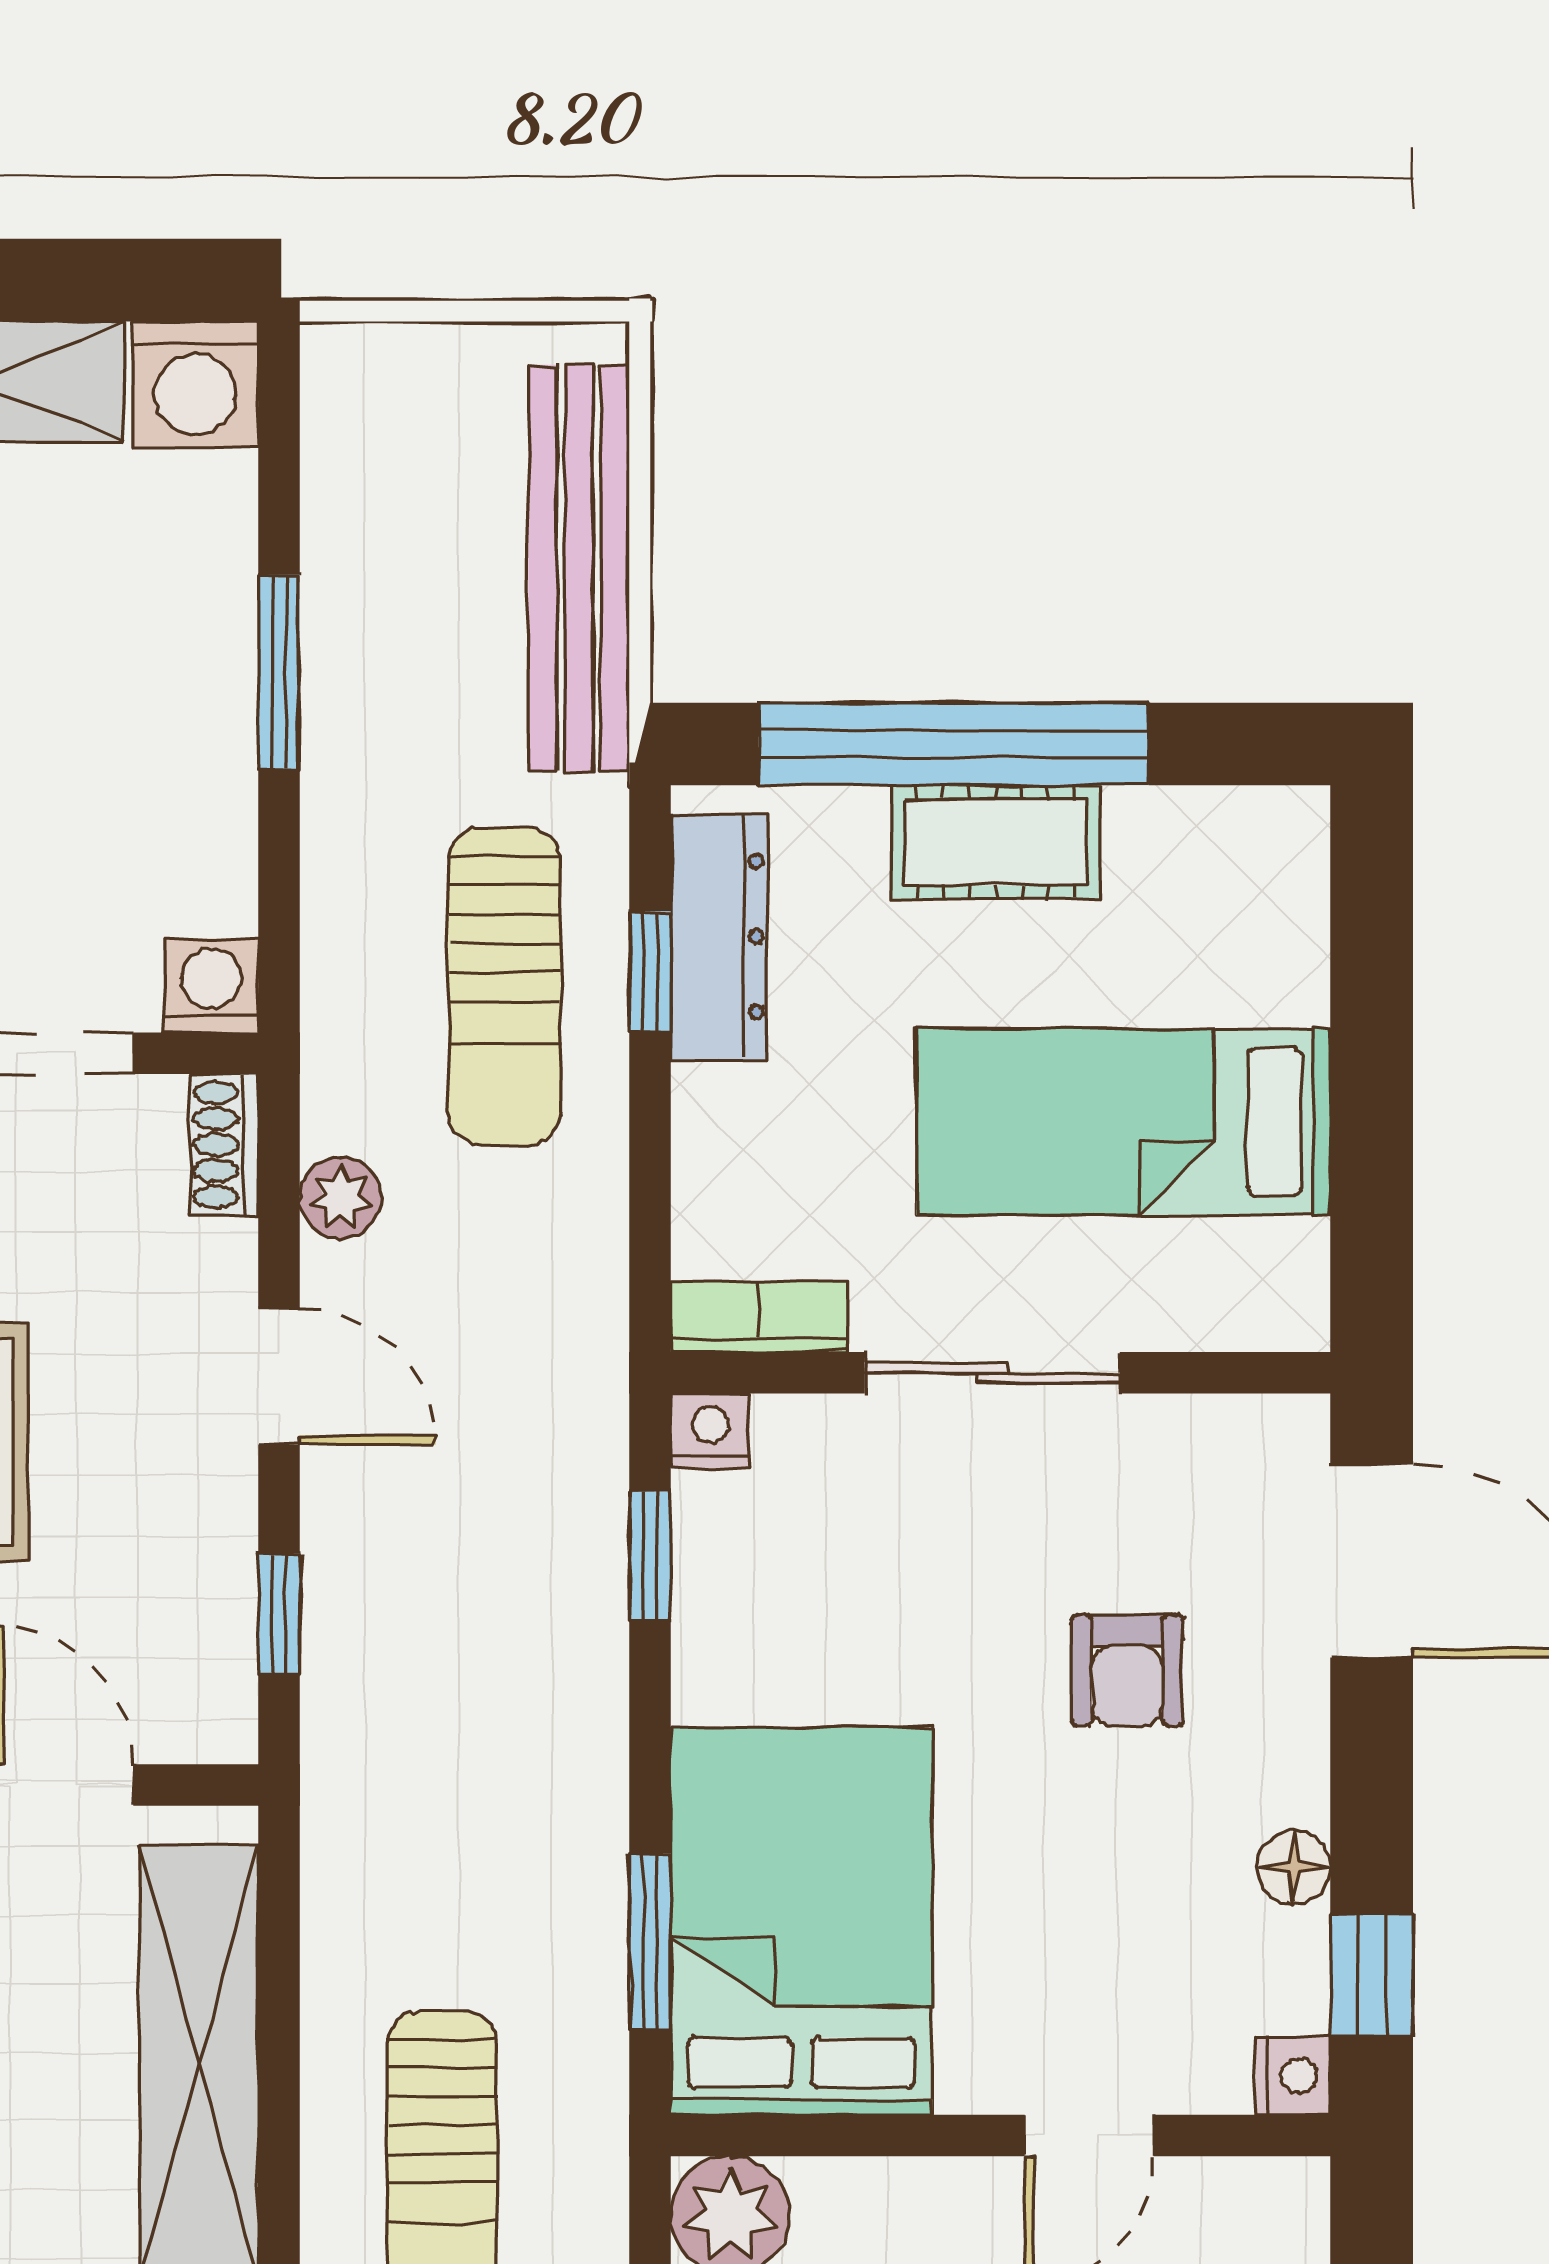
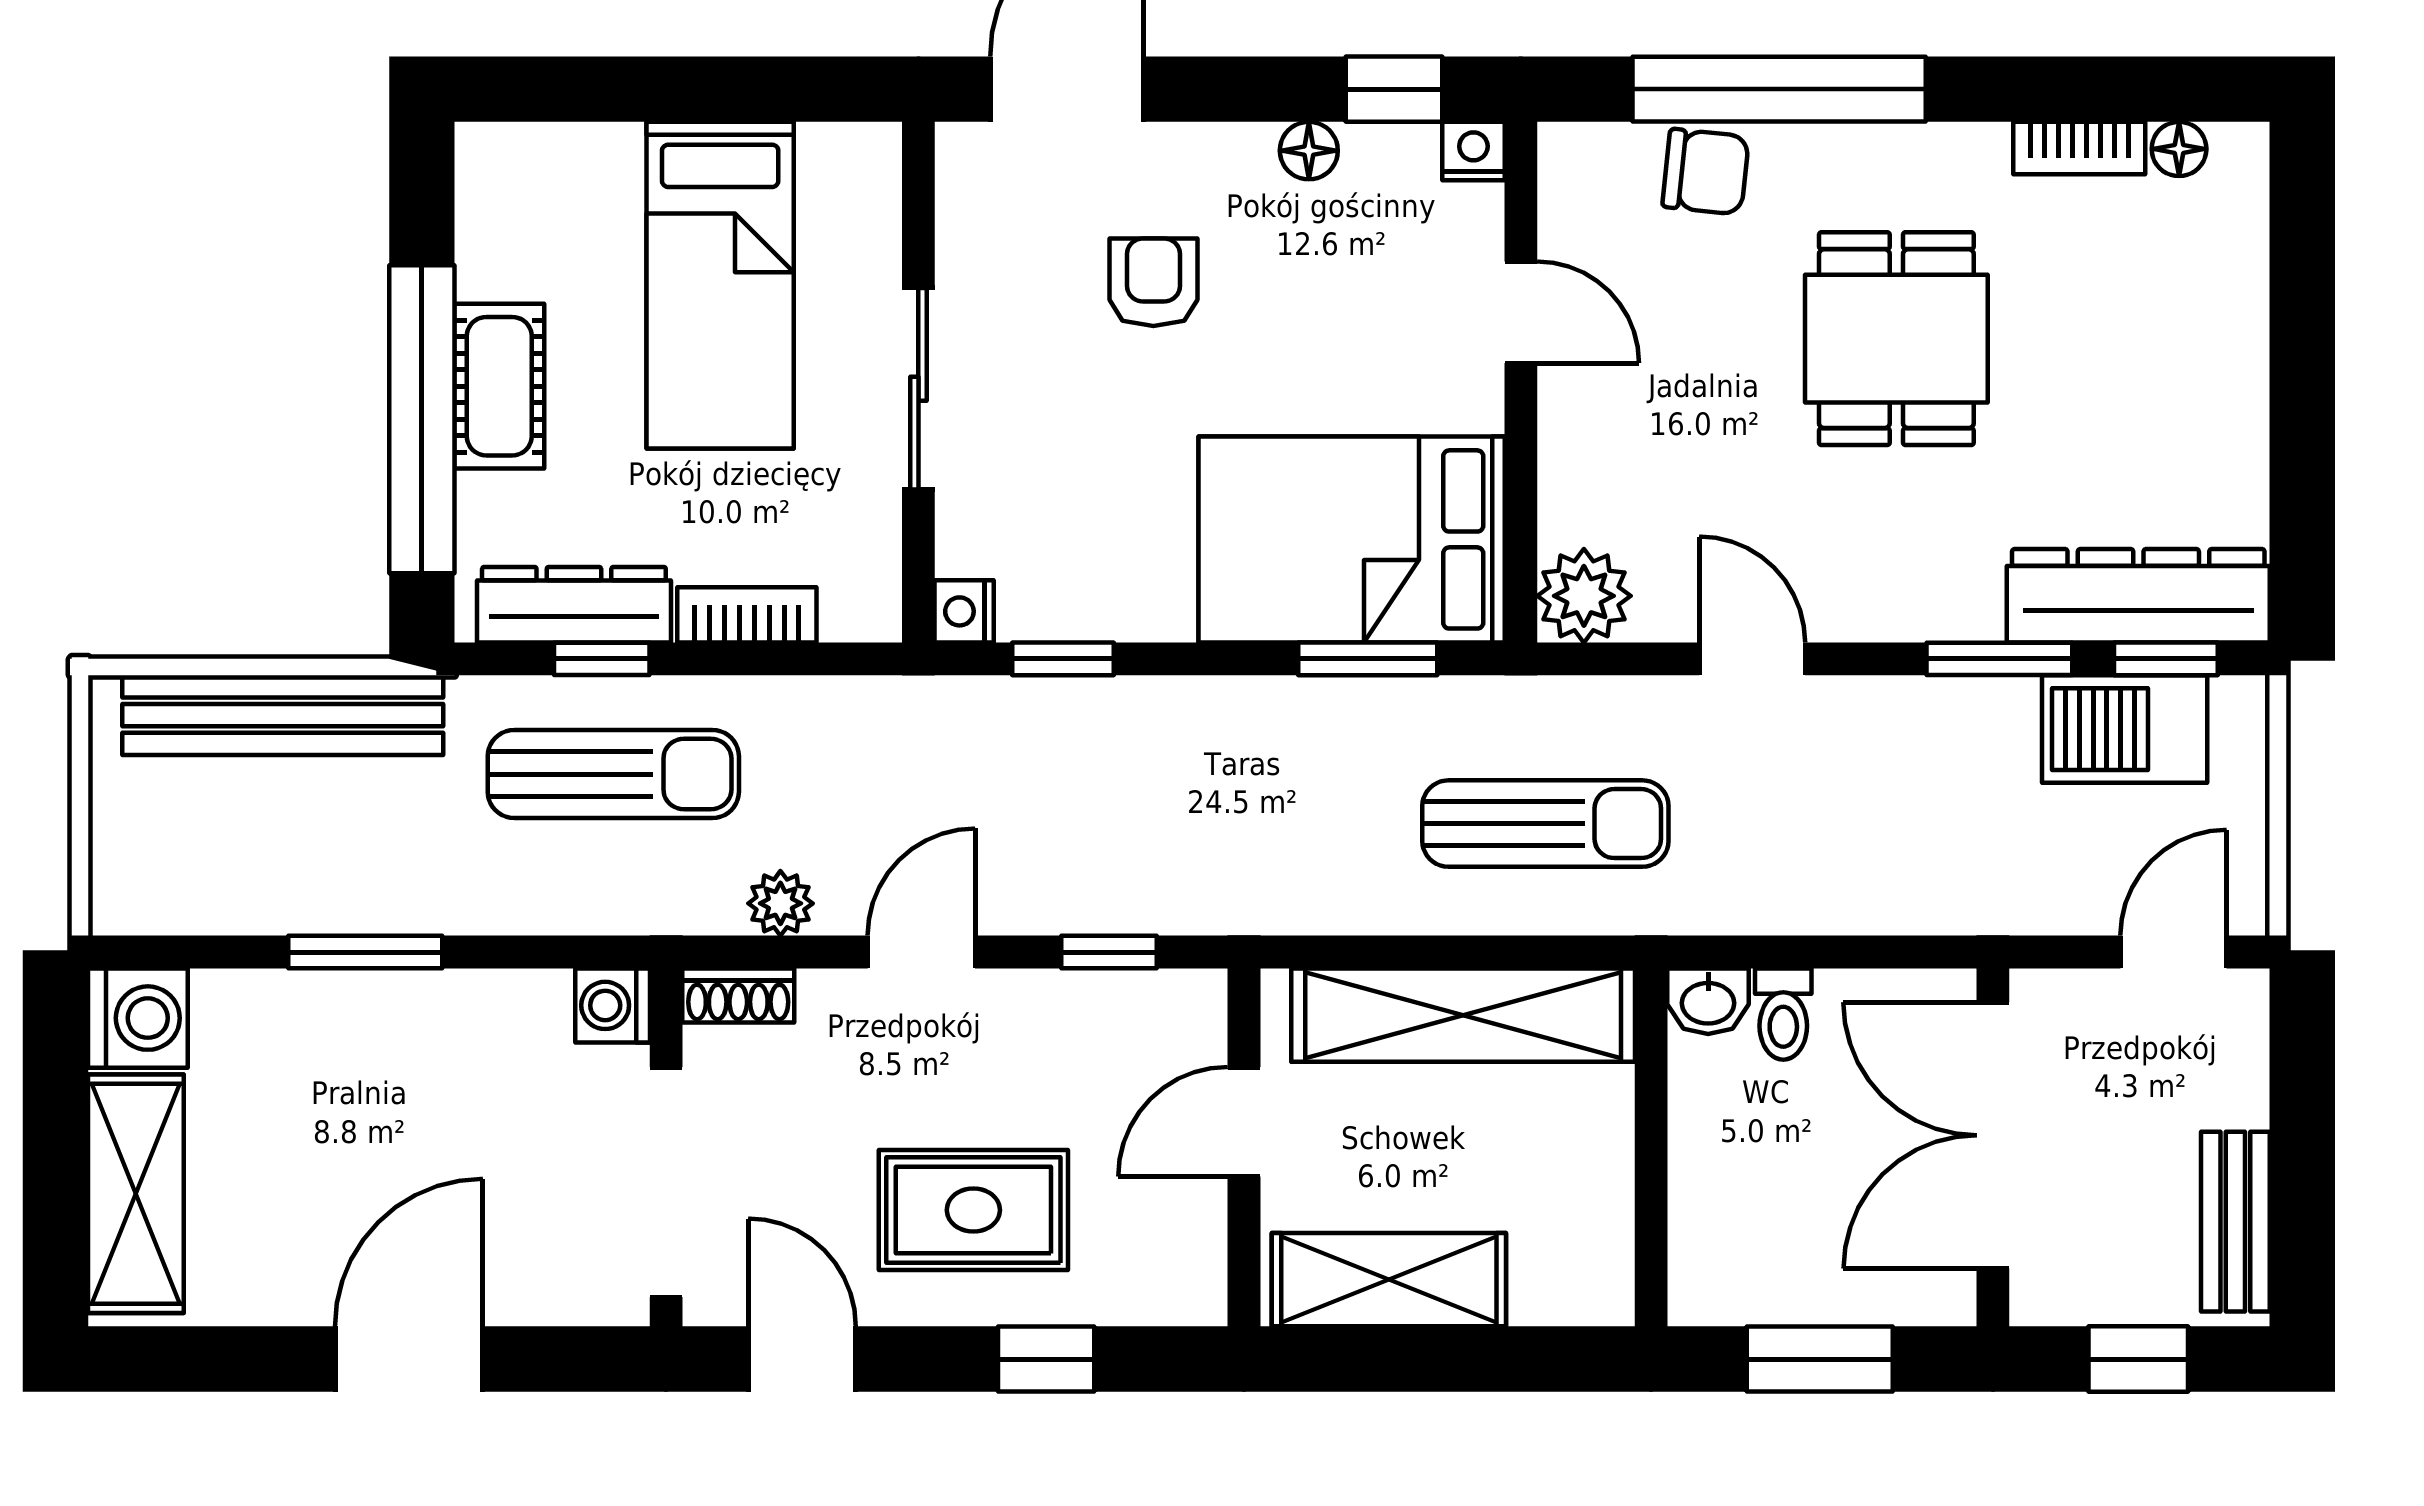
bookcase: (759, 1317) -> (747, 615), moved, turned 90
armchair: (1127, 1670) -> (1153, 282), turned -90

